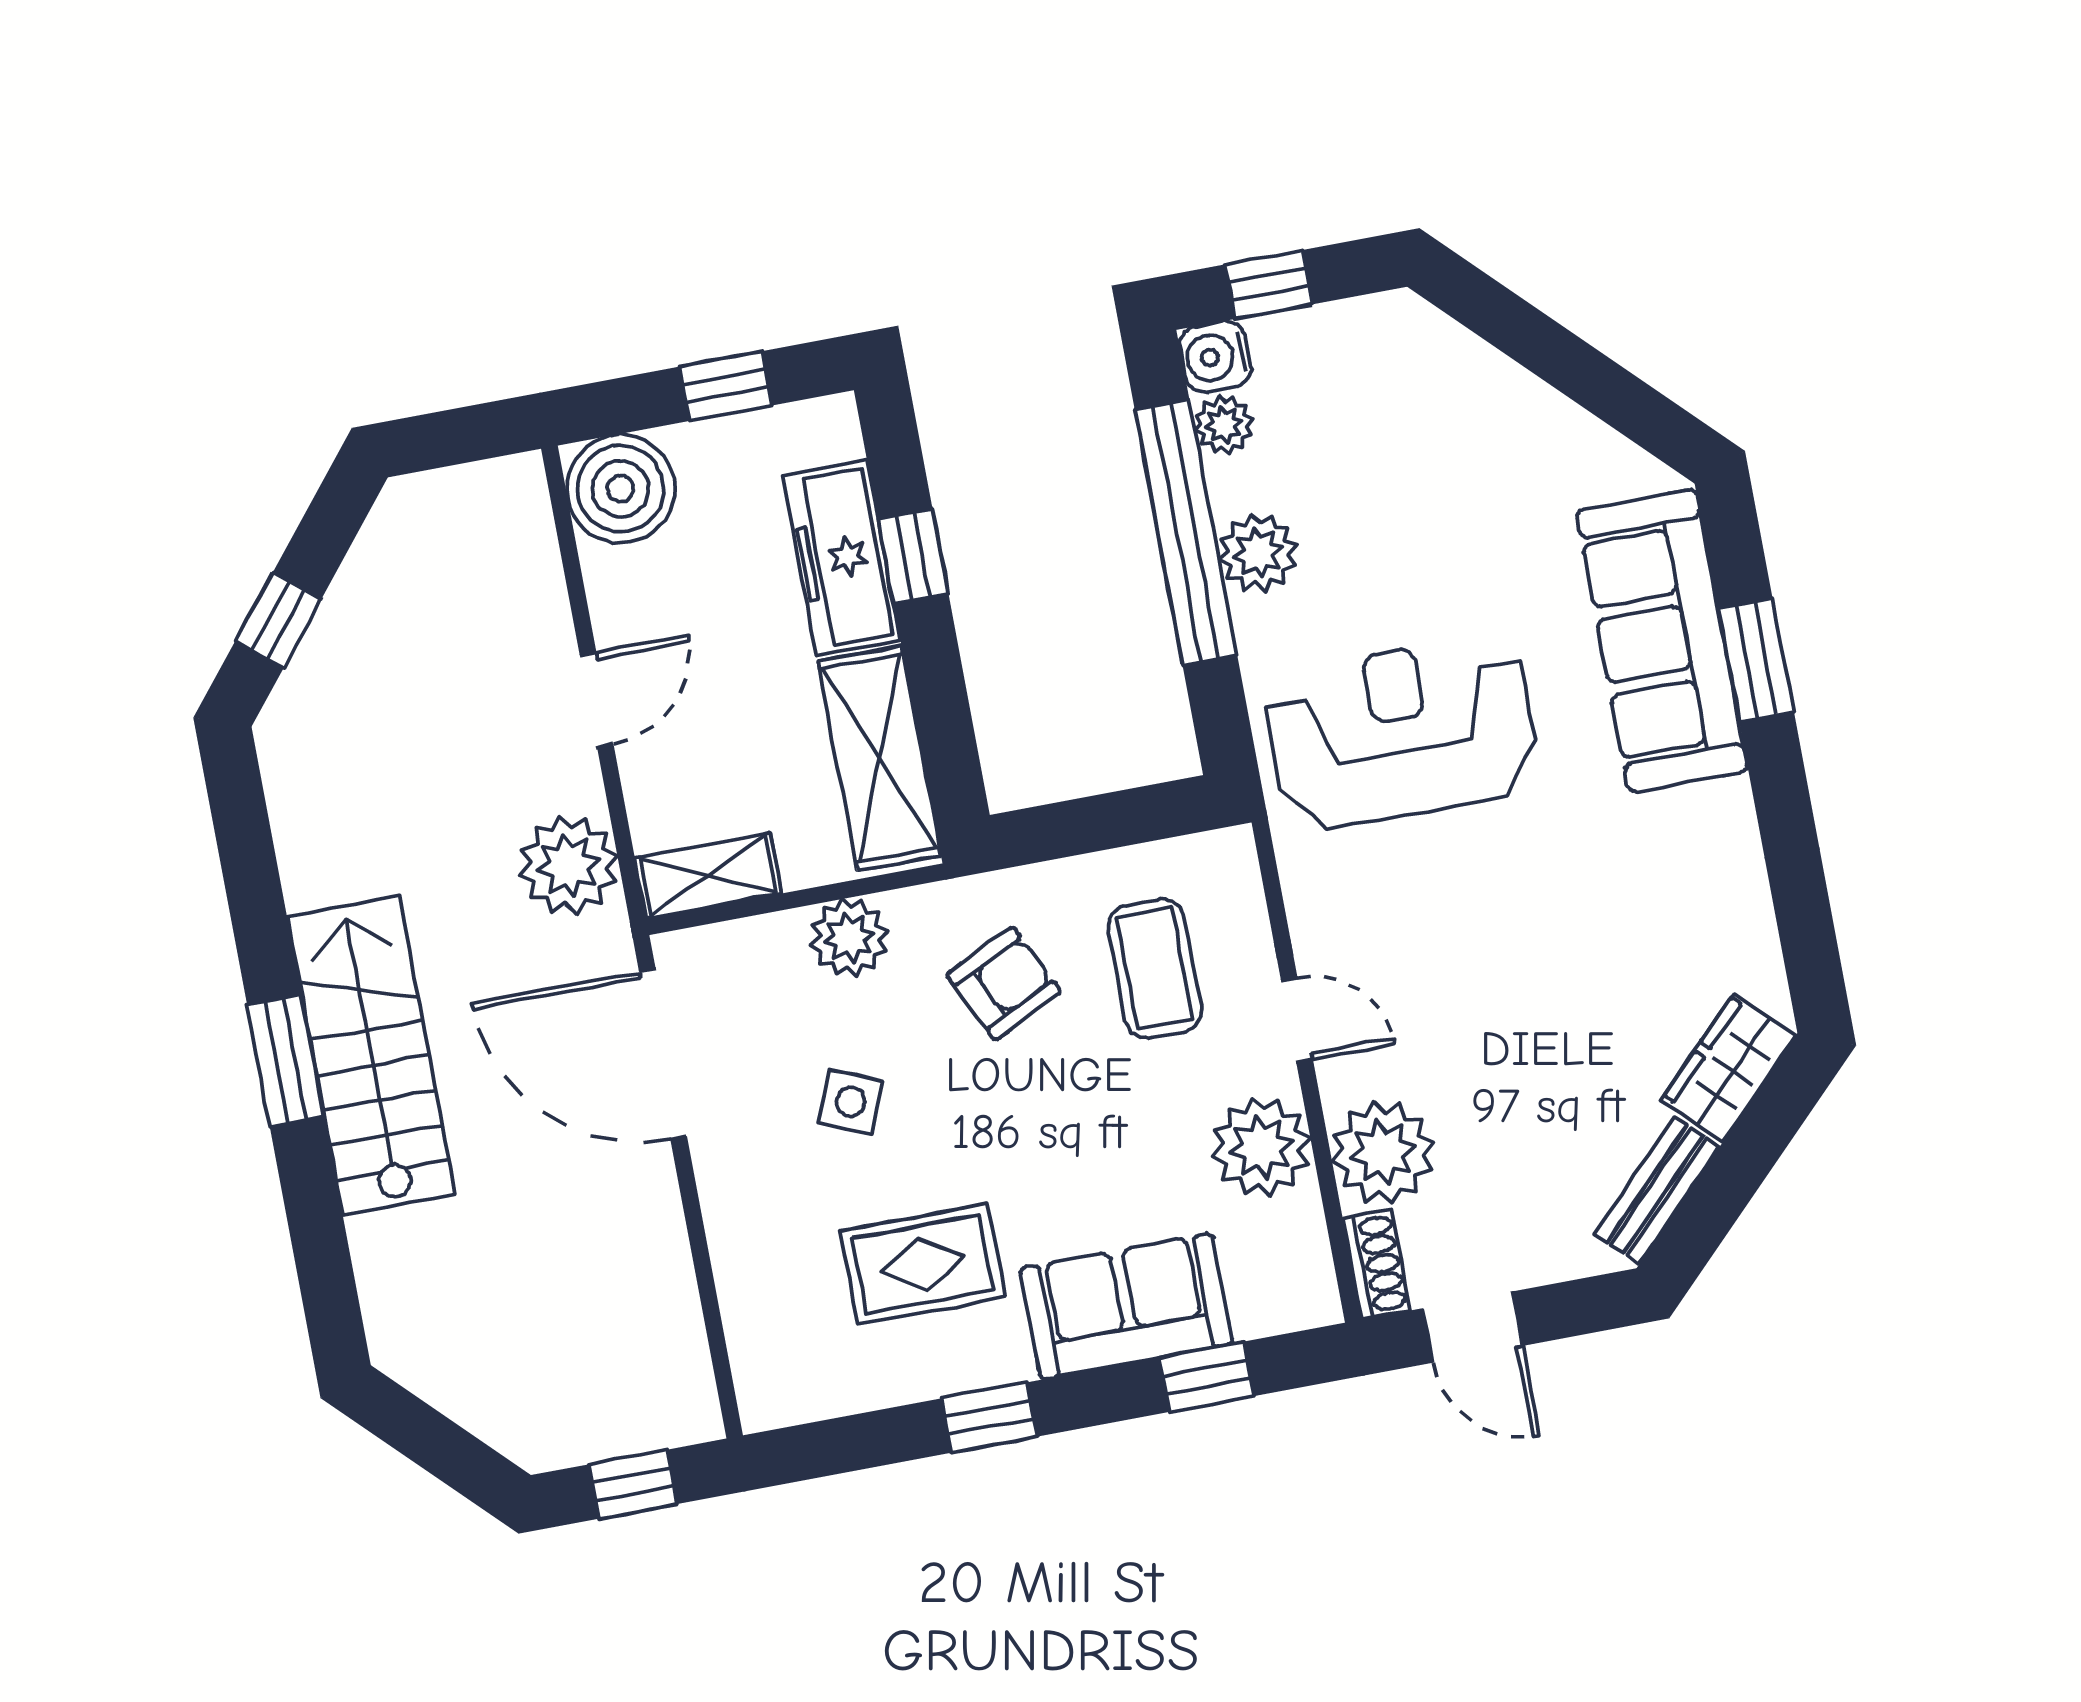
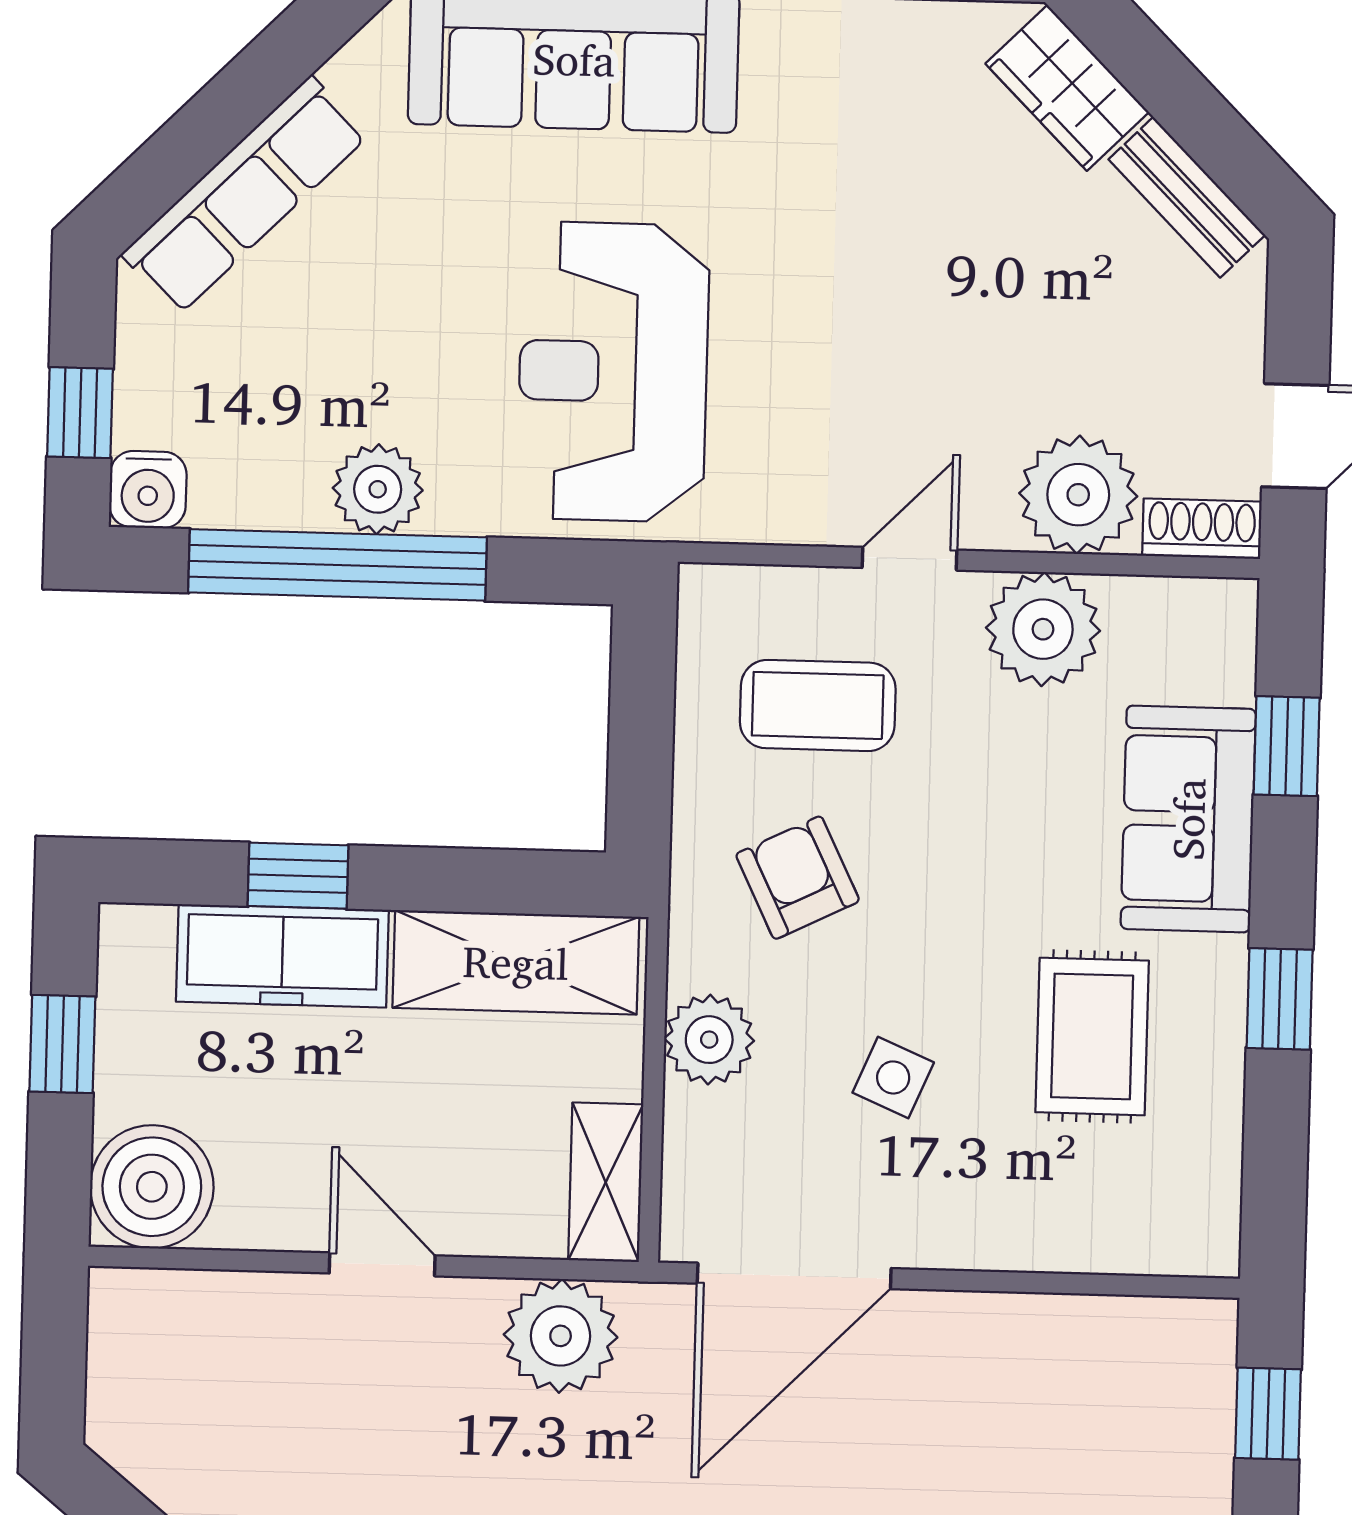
row of seats: (1485, 385) -> (245, 195), added
plant: (1224, 425) -> (226, 497), removed

